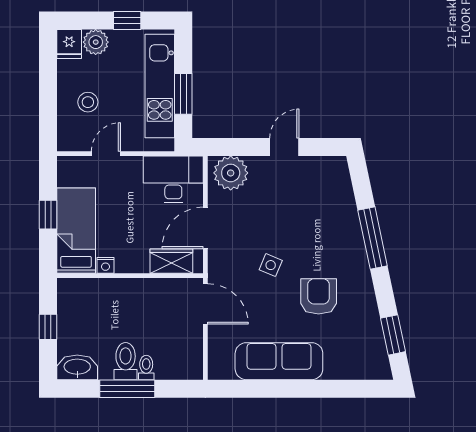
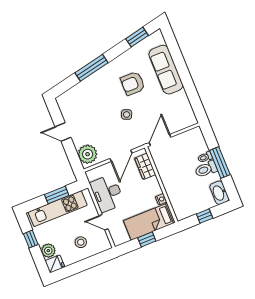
desk: (173, 179) -> (107, 193), moved
door: (205, 228) -> (121, 156), hinge flipped
sofa: (279, 361) -> (166, 70), moved

